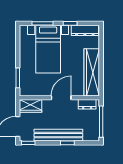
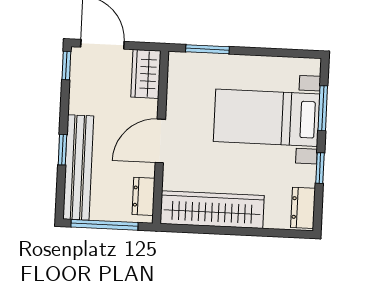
dresser: (85, 30) -> (303, 208), width x0.70
door: (61, 98) -> (160, 141), swing flipped
bench: (58, 135) -> (78, 168), moved

